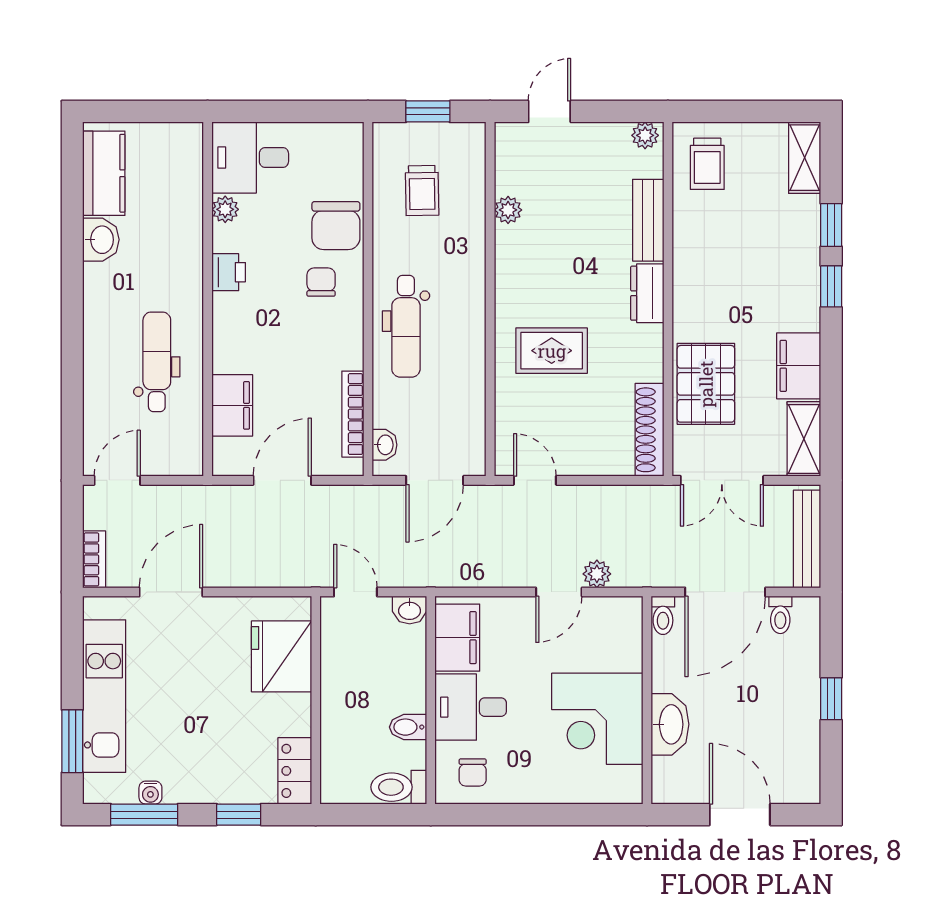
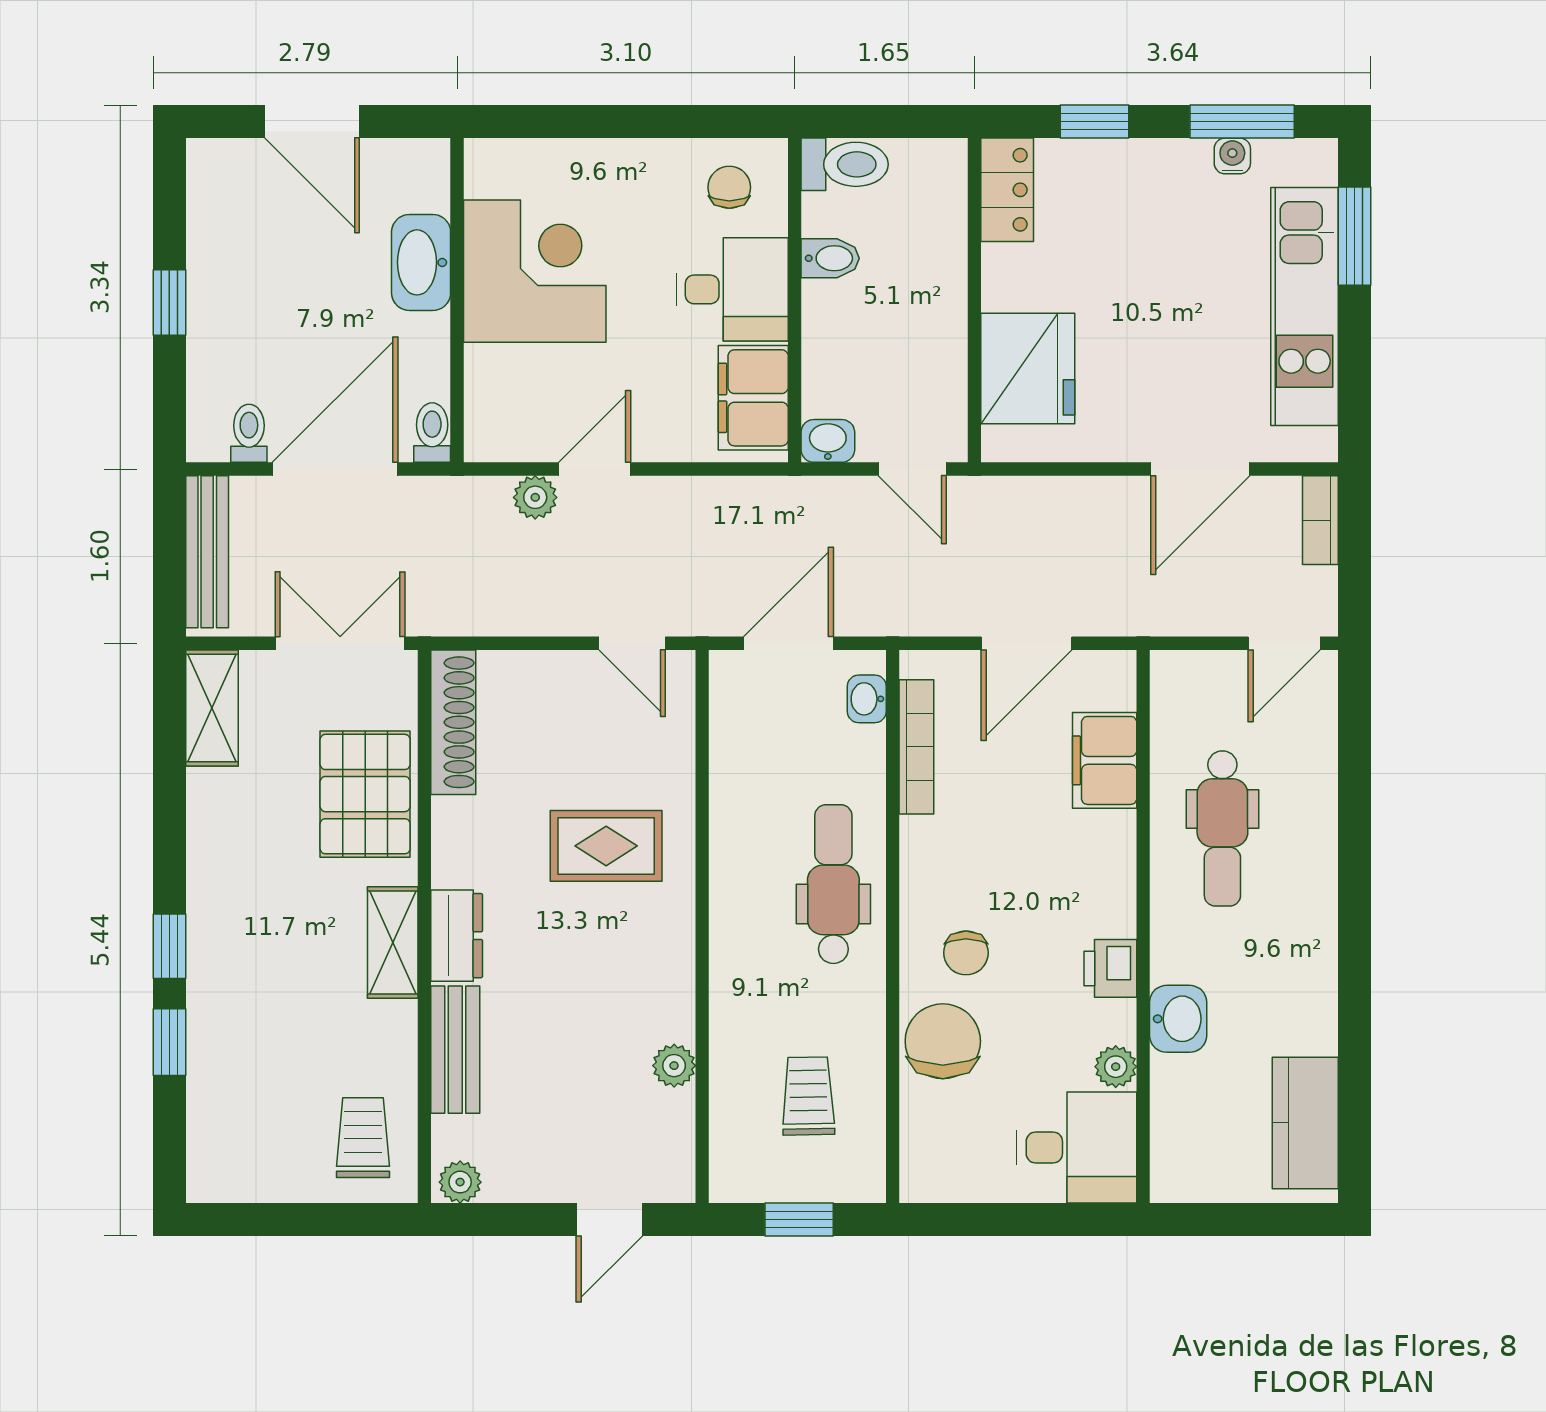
shelving: (805, 158) -> (393, 943), moved
washbasin: (101, 240) -> (1178, 1019), moved, turned 180
filing cabinet: (799, 366) -> (220, 822), removed

